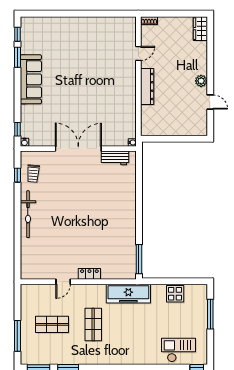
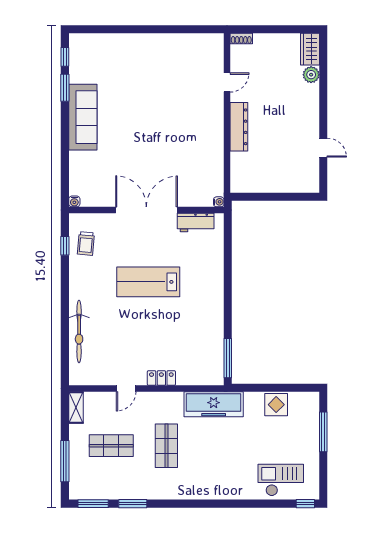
plant: (201, 81) -> (311, 75), moved
window: (17, 129) -> (65, 184), removed
lab bench: (80, 202) -> (148, 282), added
bicycle: (28, 214) -> (79, 331), moved
shelving: (26, 296) -> (76, 408), added

